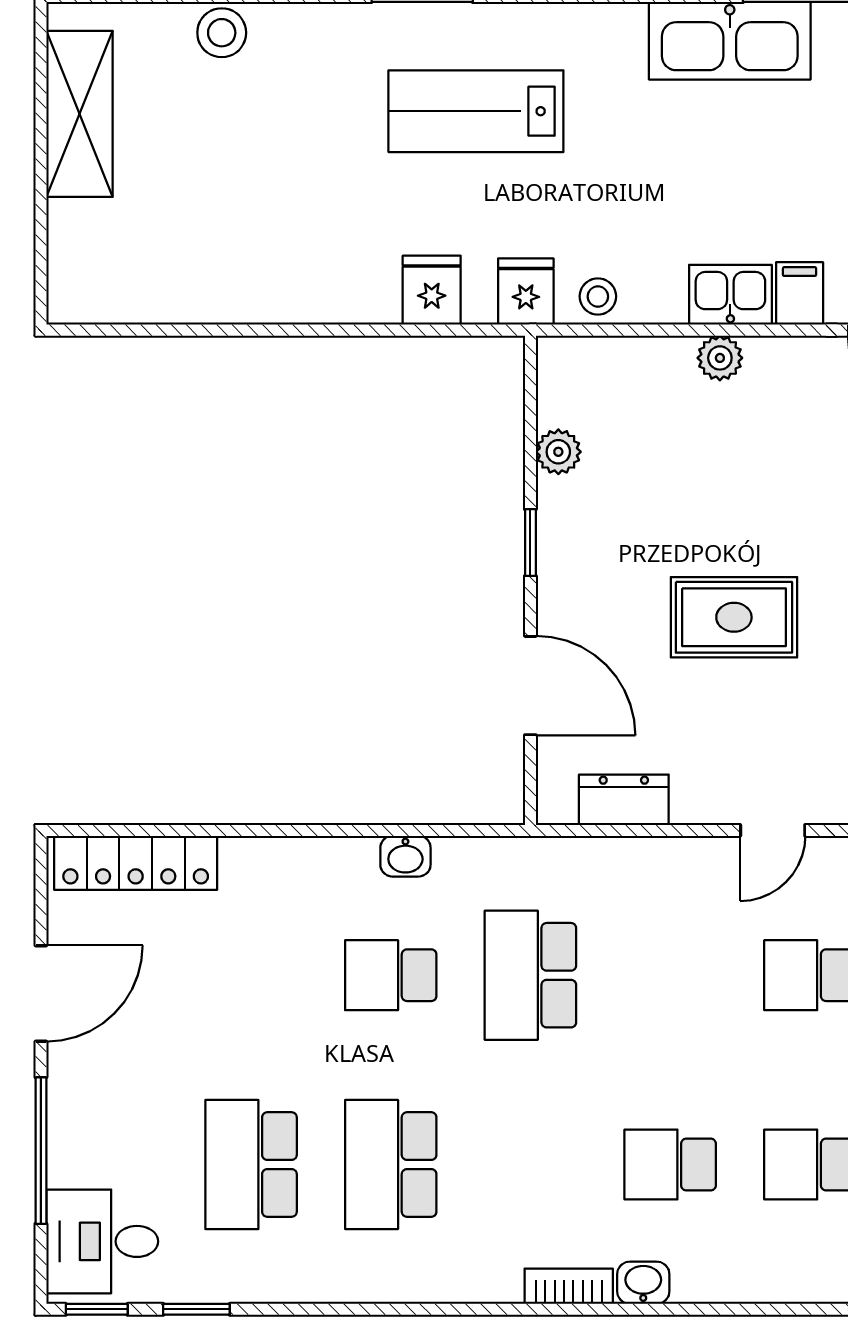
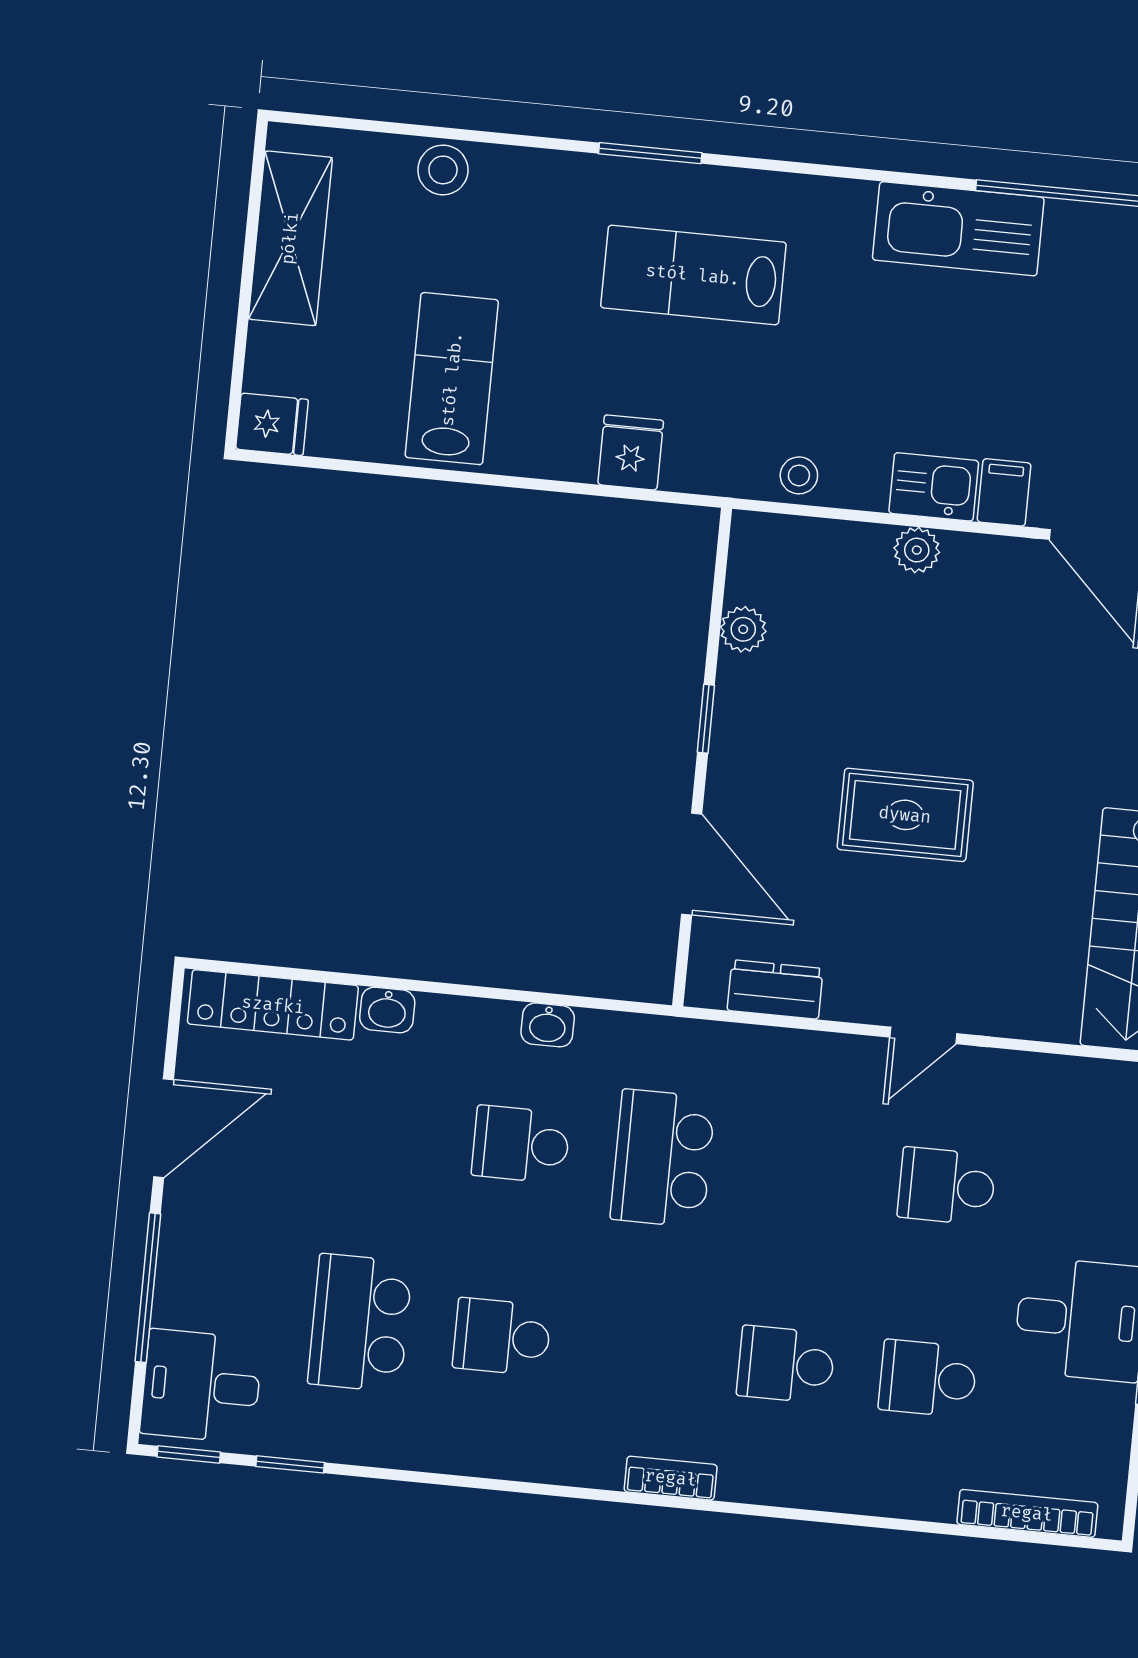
lab bench: (250, 235) -> (452, 379), added
fridge: (526, 292) -> (272, 424), moved, turned 90
school desk: (391, 1165) -> (502, 1337), width x0.54
washbasin: (643, 1283) -> (387, 1010), moved, turned 180

